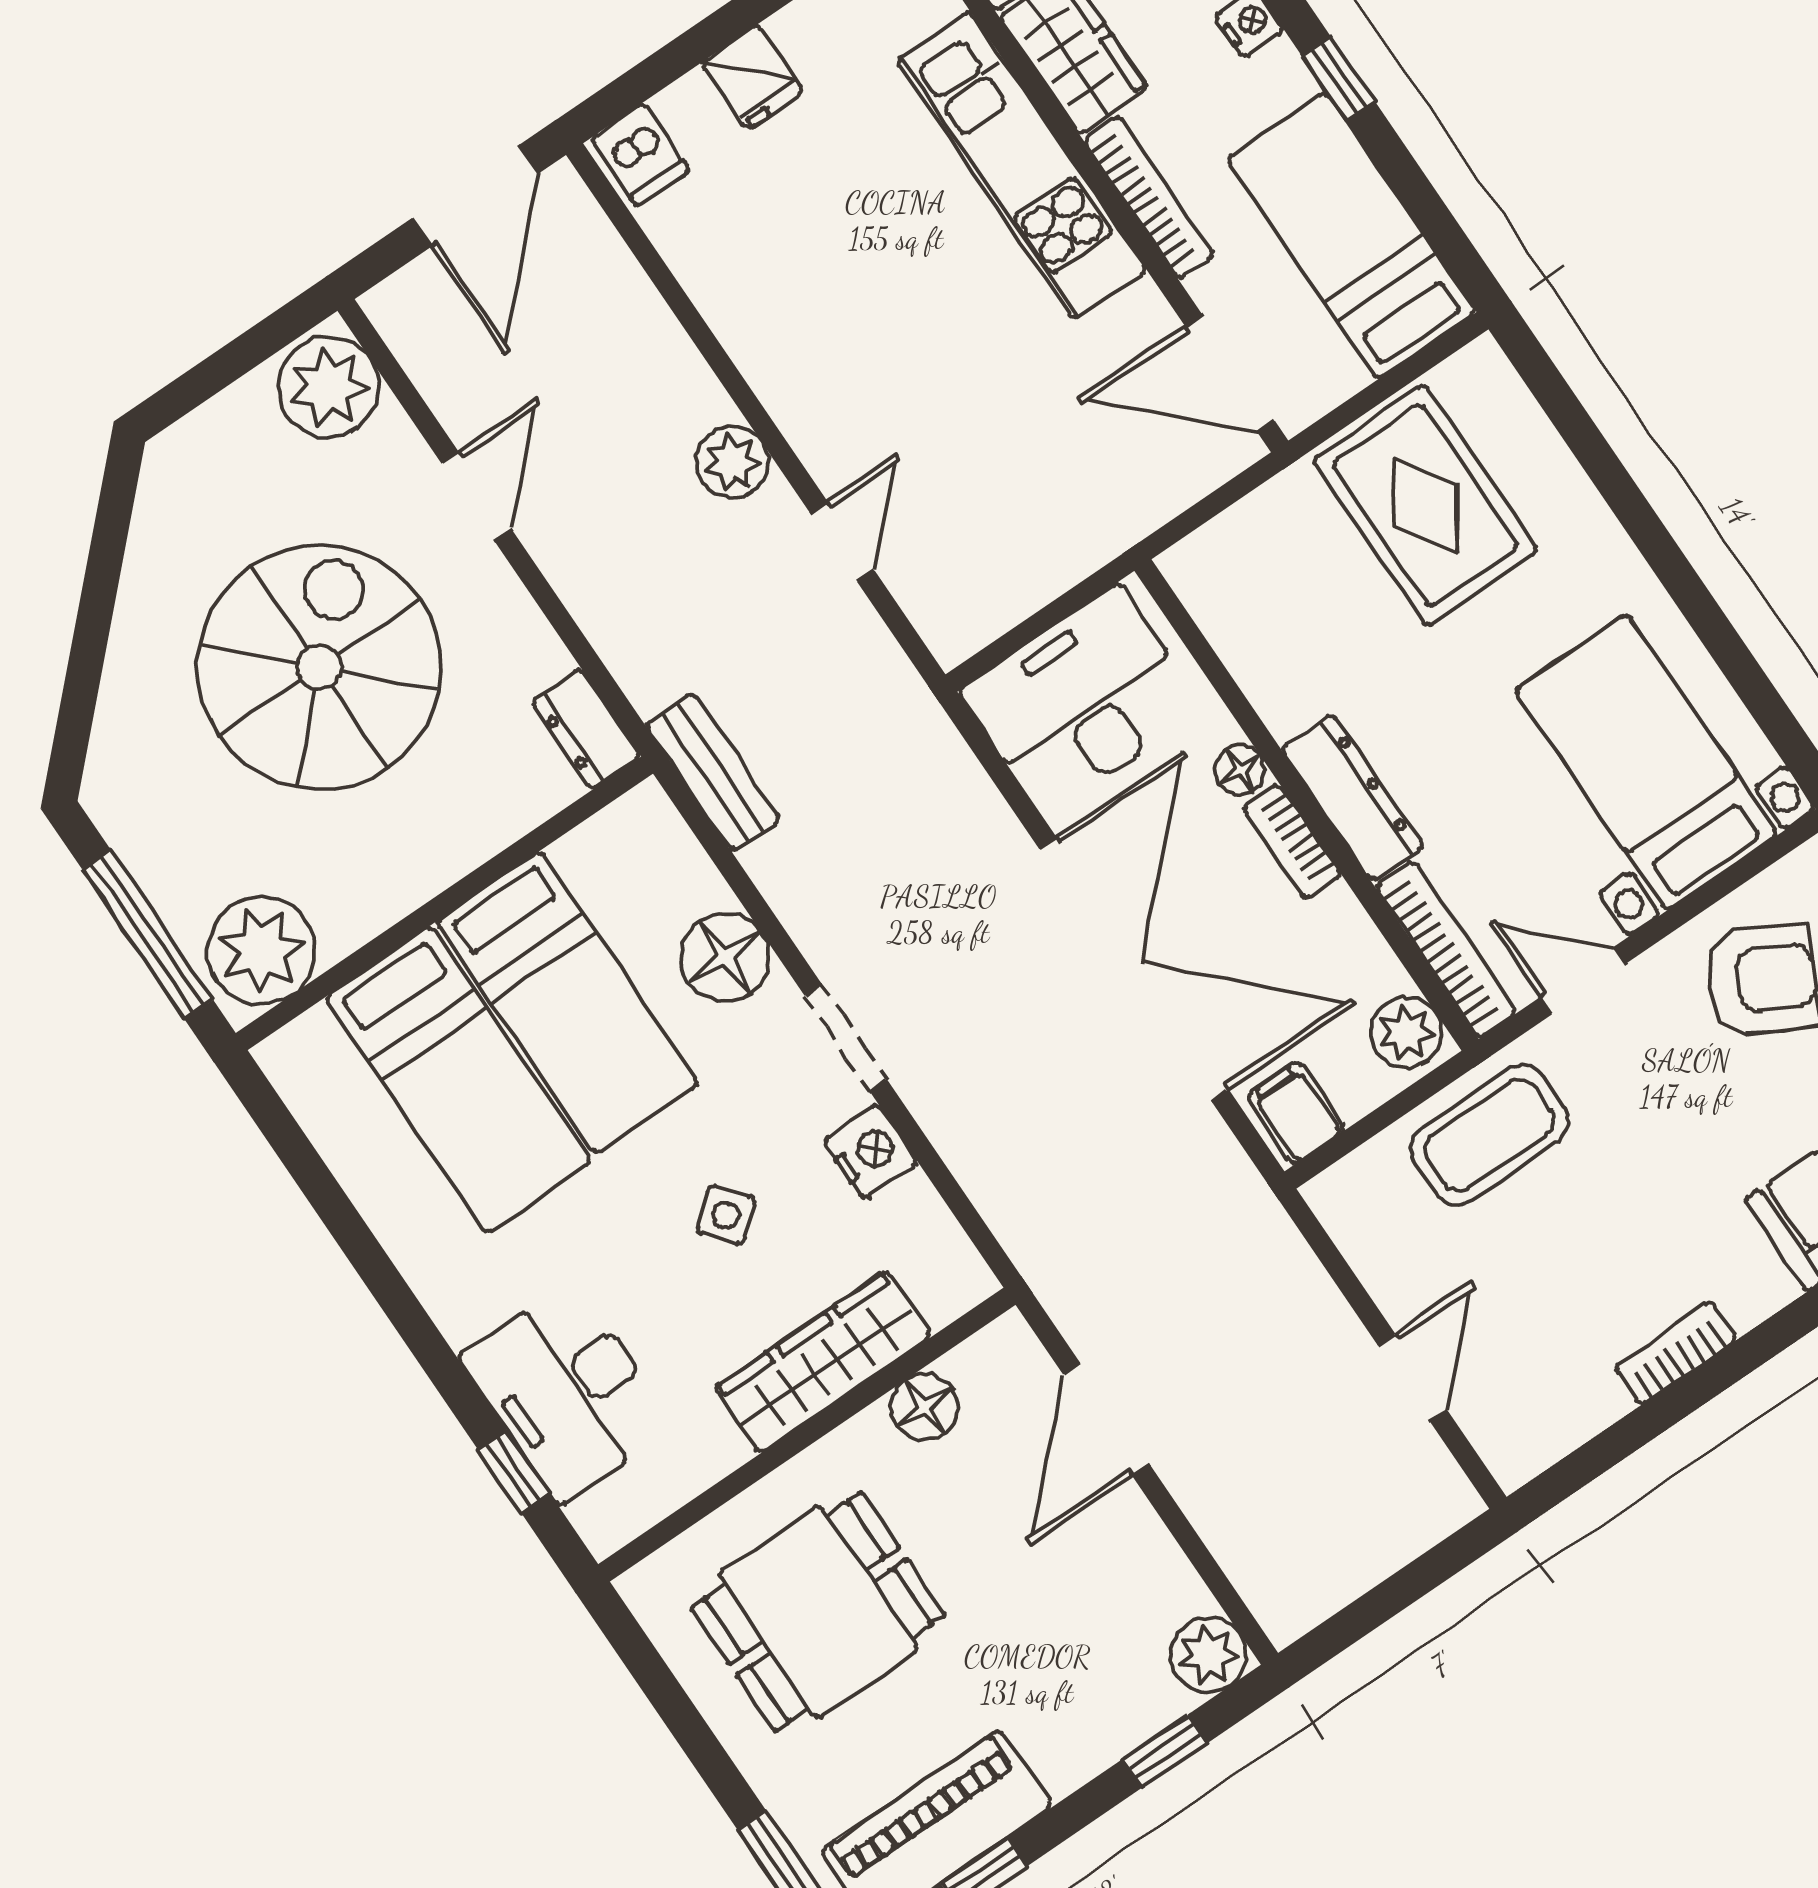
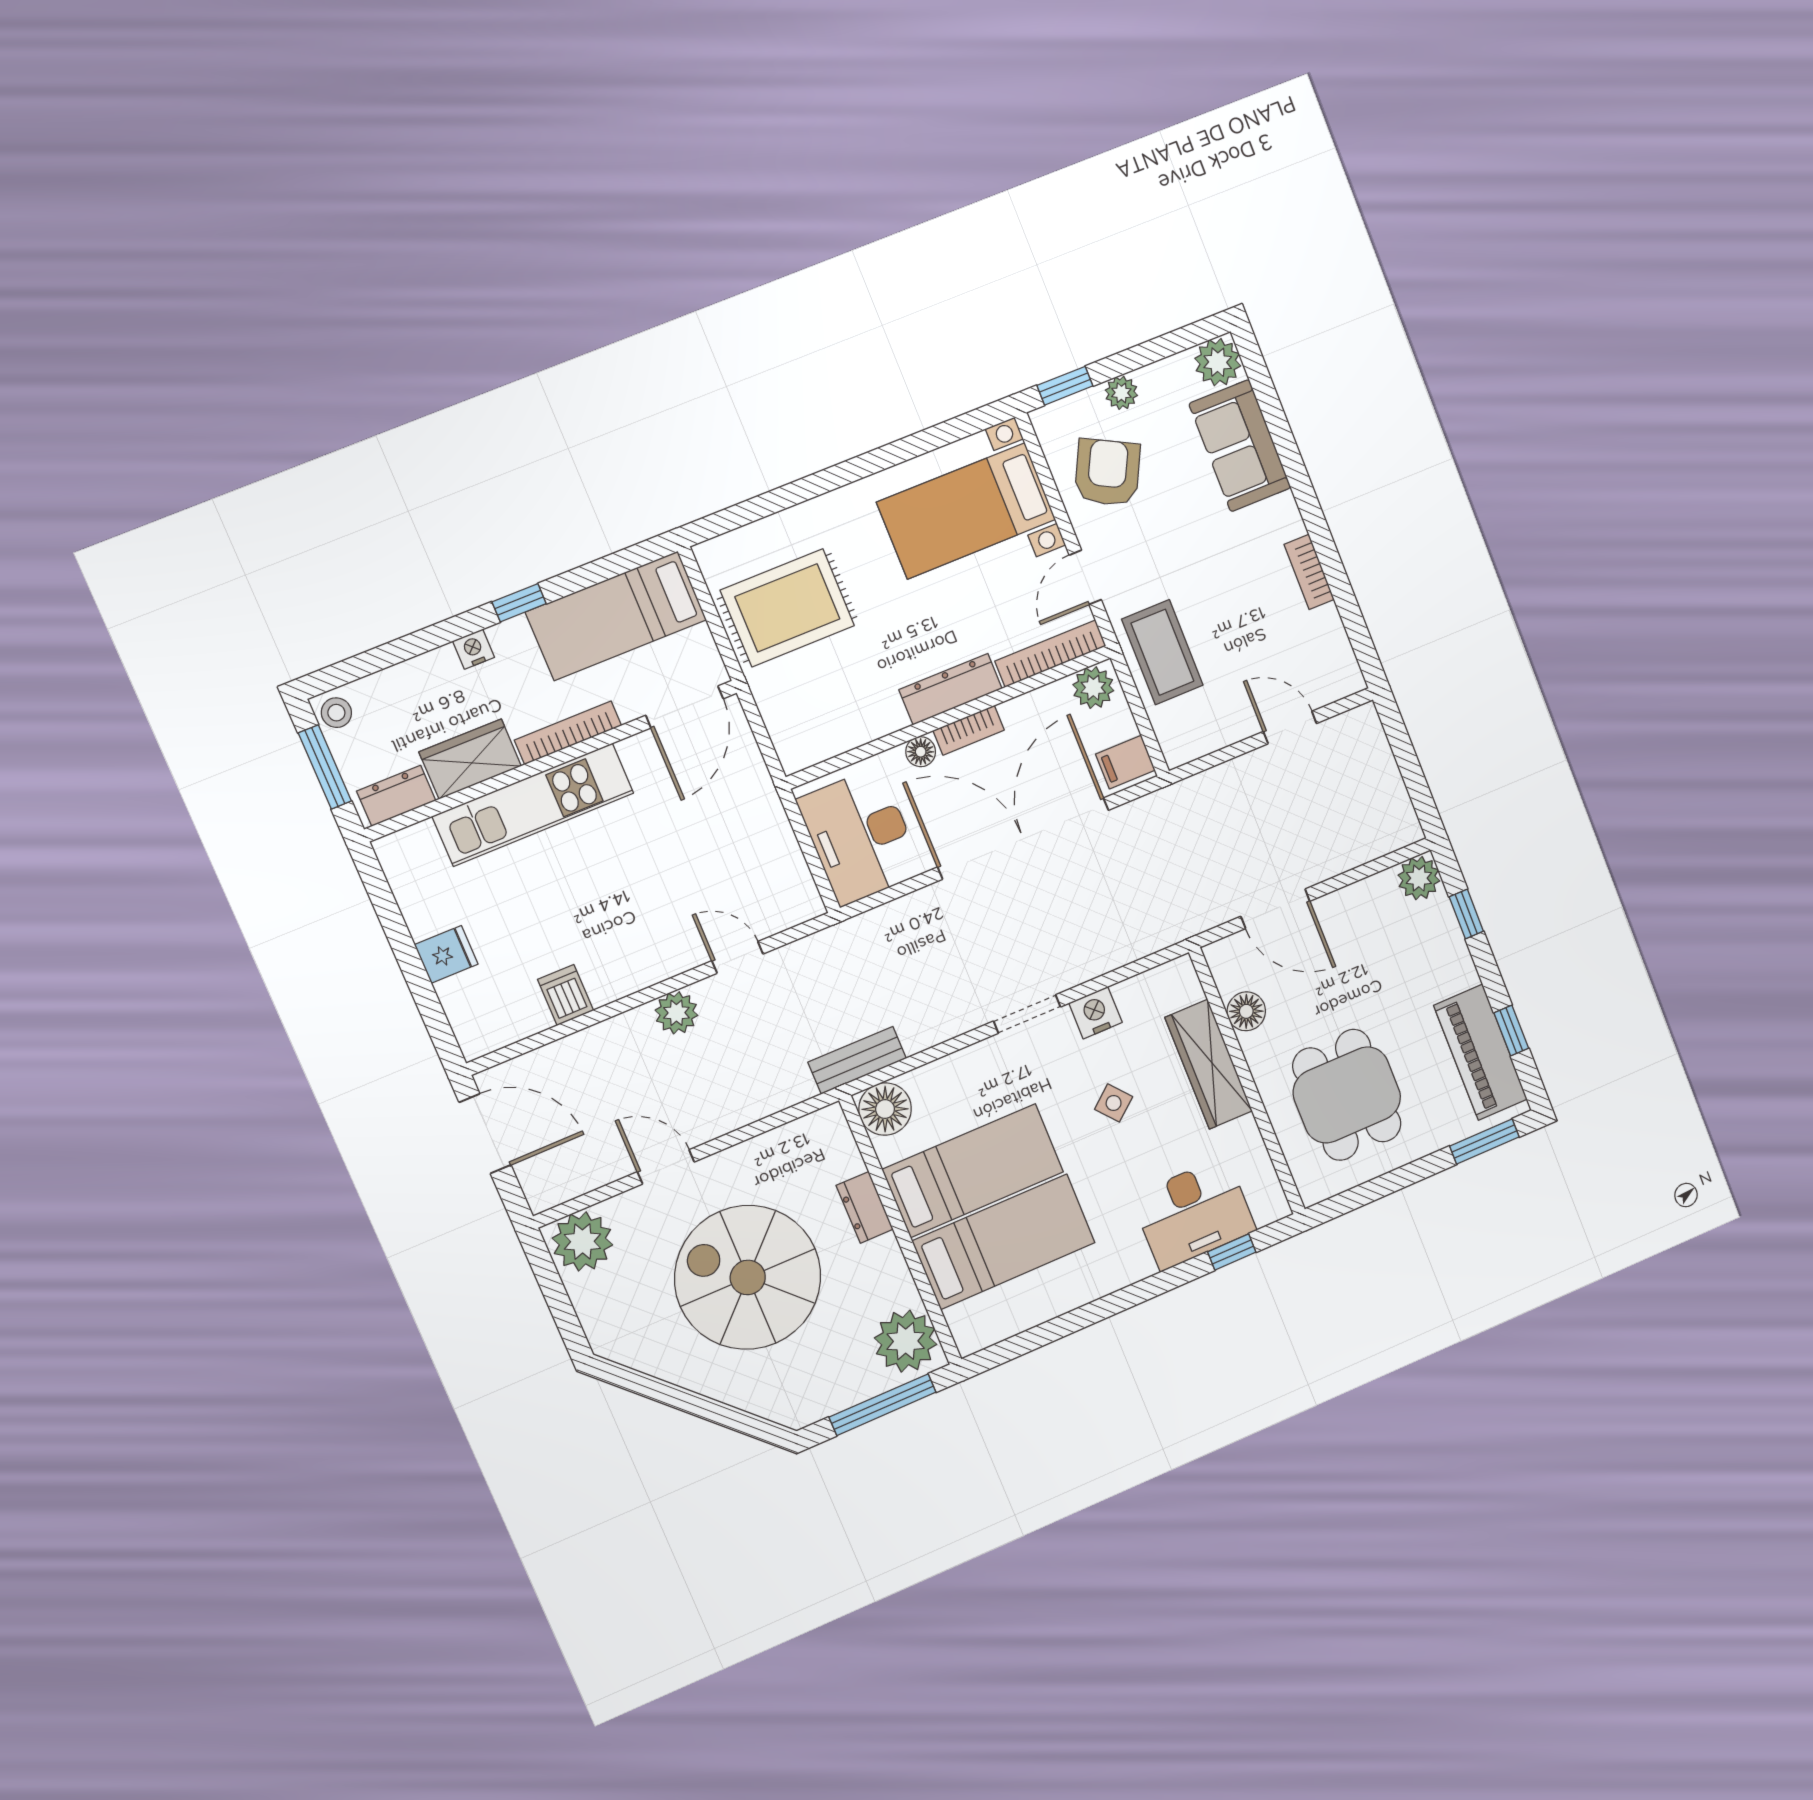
dishwasher: (640, 154) -> (566, 995), moved, turned -90
dresser: (586, 729) -> (865, 1207), moved, turned 90
floor lamp: (725, 957) -> (885, 1109), moved

